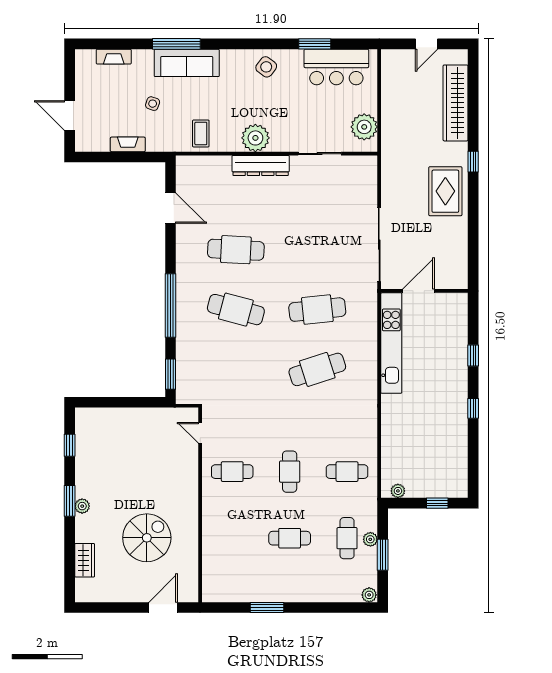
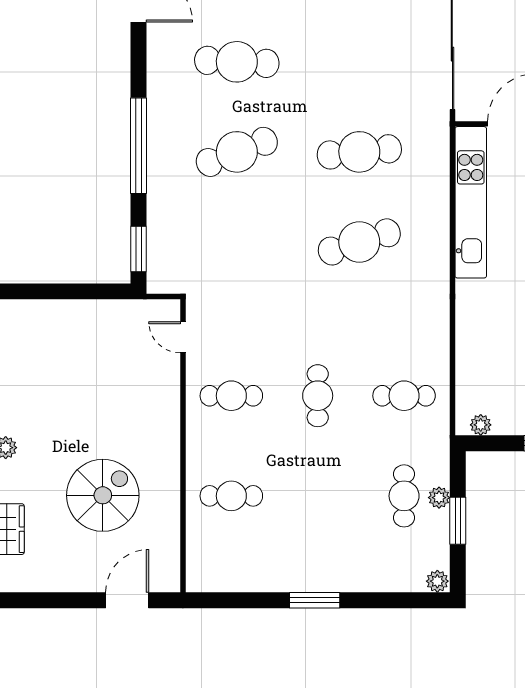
cafe table: (236, 310) -> (237, 152), turned -36
cafe table: (290, 538) -> (231, 496), moved
window: (267, 608) -> (315, 600), moved

